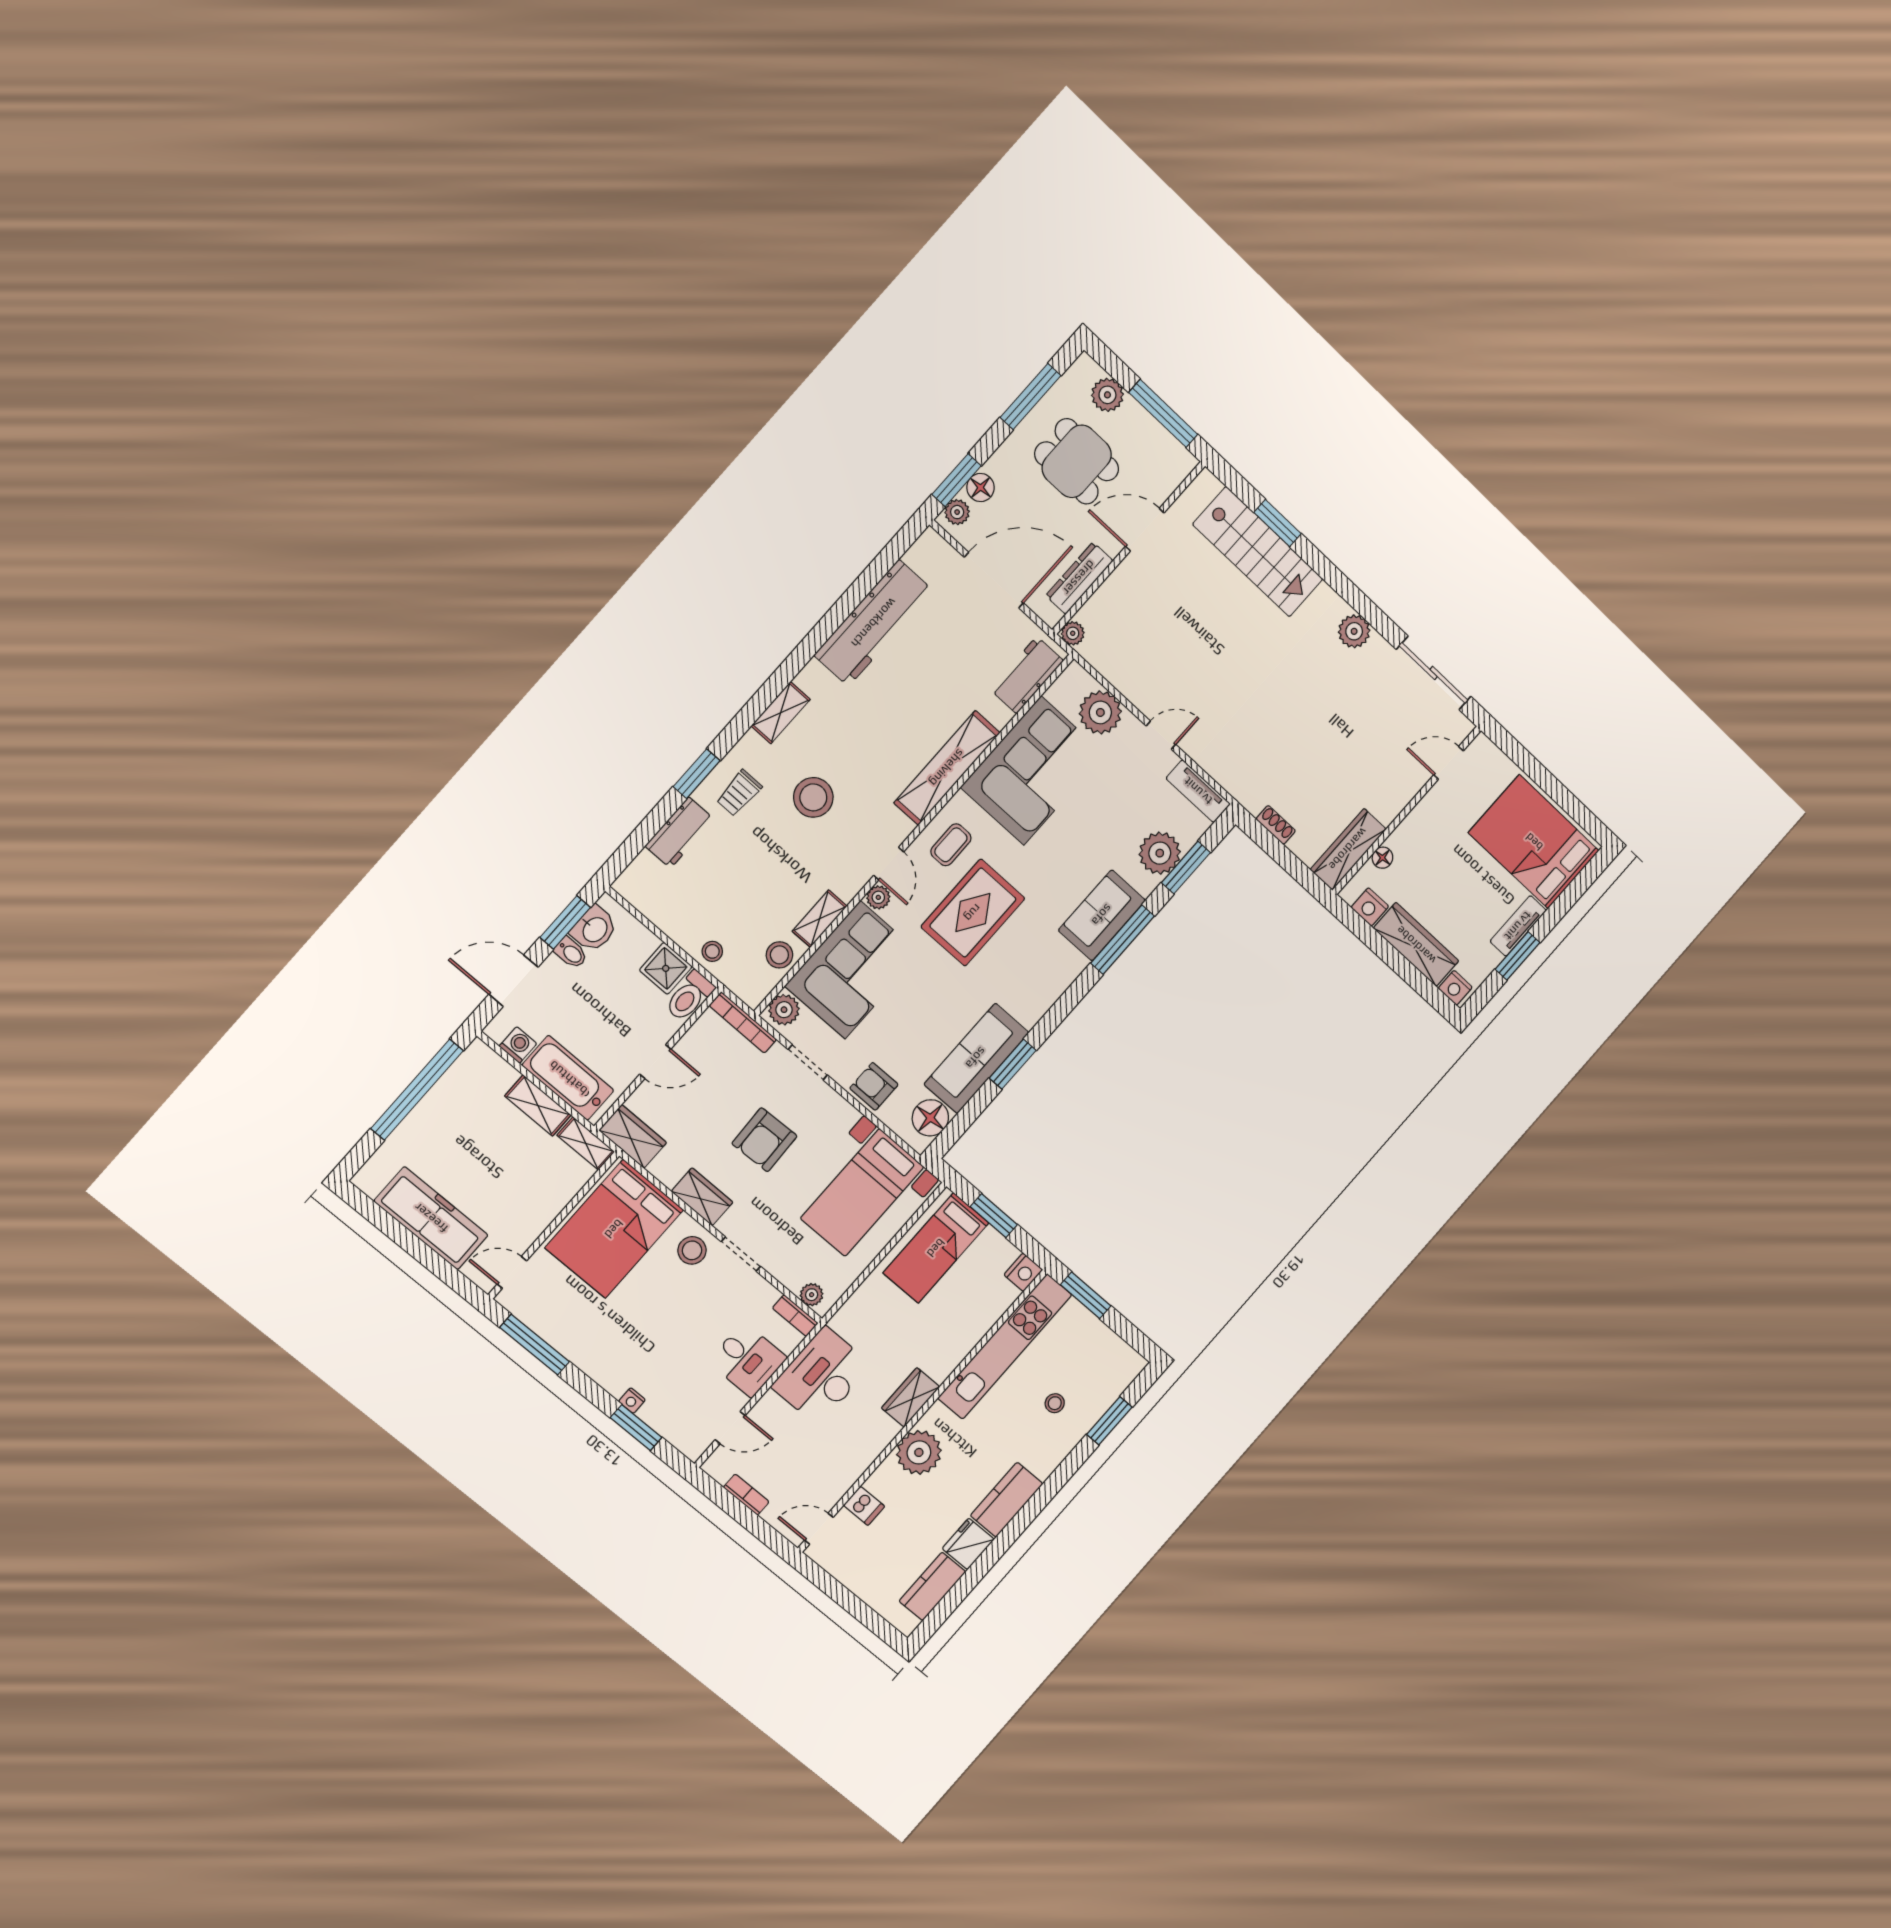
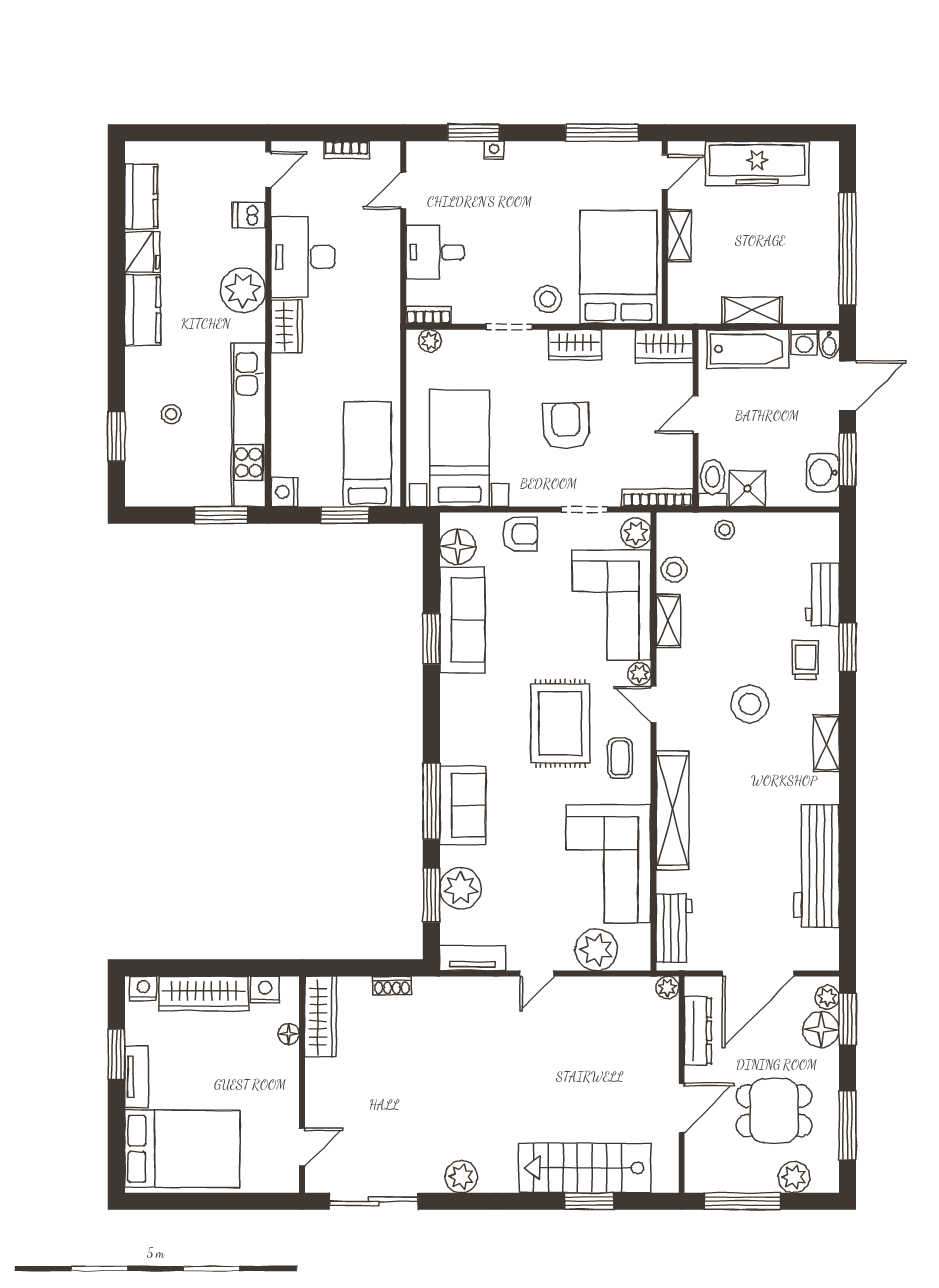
floor lamp: (980, 488) -> (821, 1030), width x1.38, depth x1.38
bidet: (571, 953) -> (829, 344), moved, turned -90
shelving: (586, 1143) -> (679, 236), moved, turned 90
desk: (822, 1376) -> (303, 257), moved, turned 180

